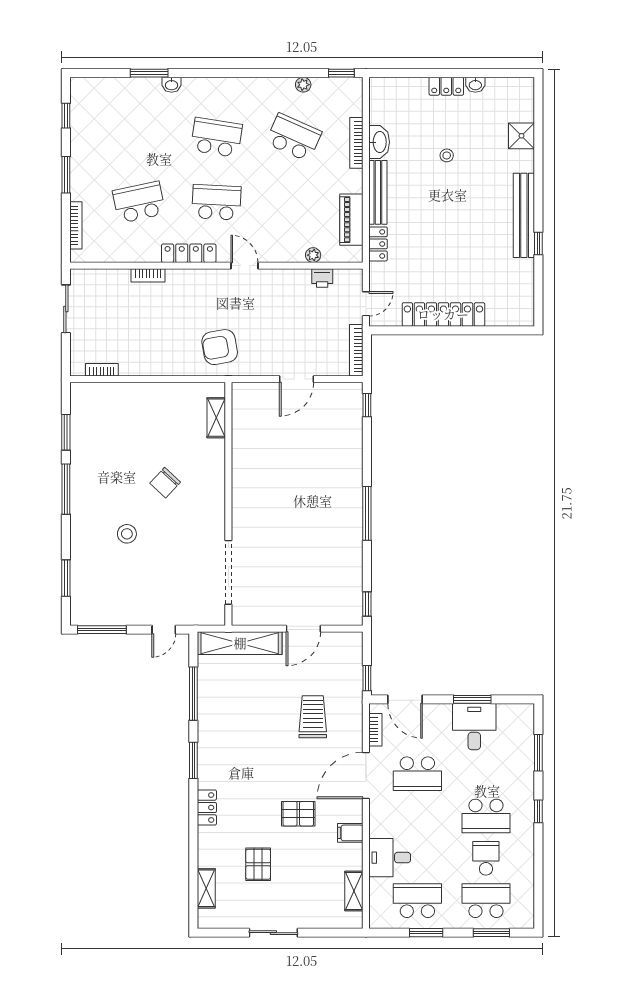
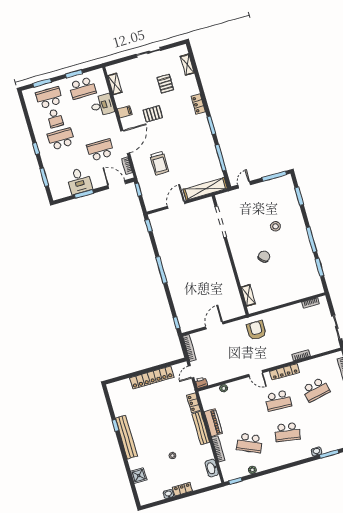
washbasin: (379, 142) -> (212, 468), moved
piano: (351, 220) -> (213, 423), moved
printer: (322, 278) -> (201, 383), moved
armchair: (220, 347) -> (256, 330), turned -80
school desk: (486, 901) -> (49, 98), turned 180

